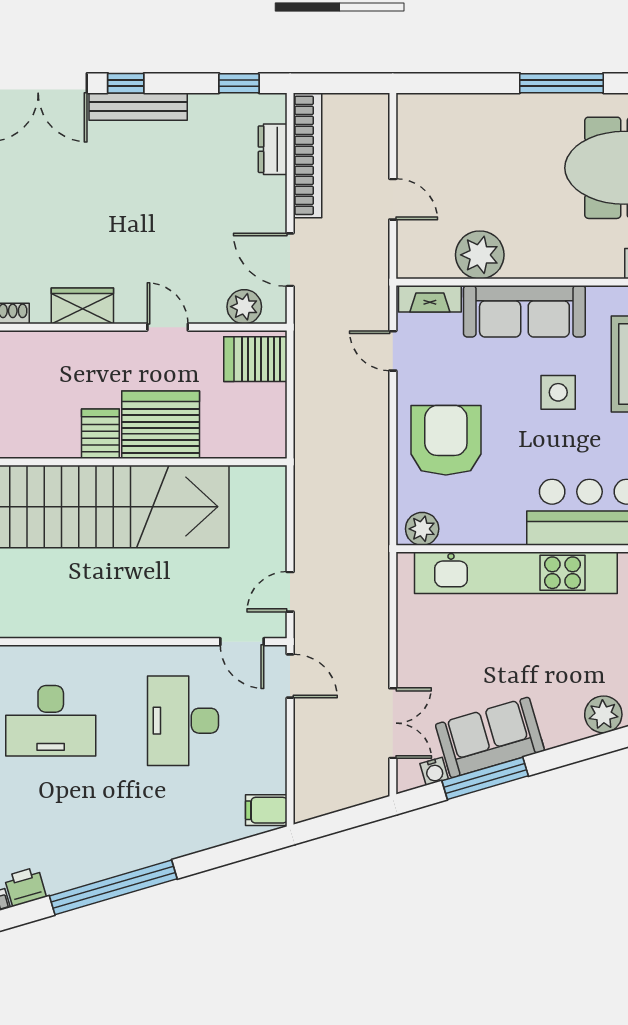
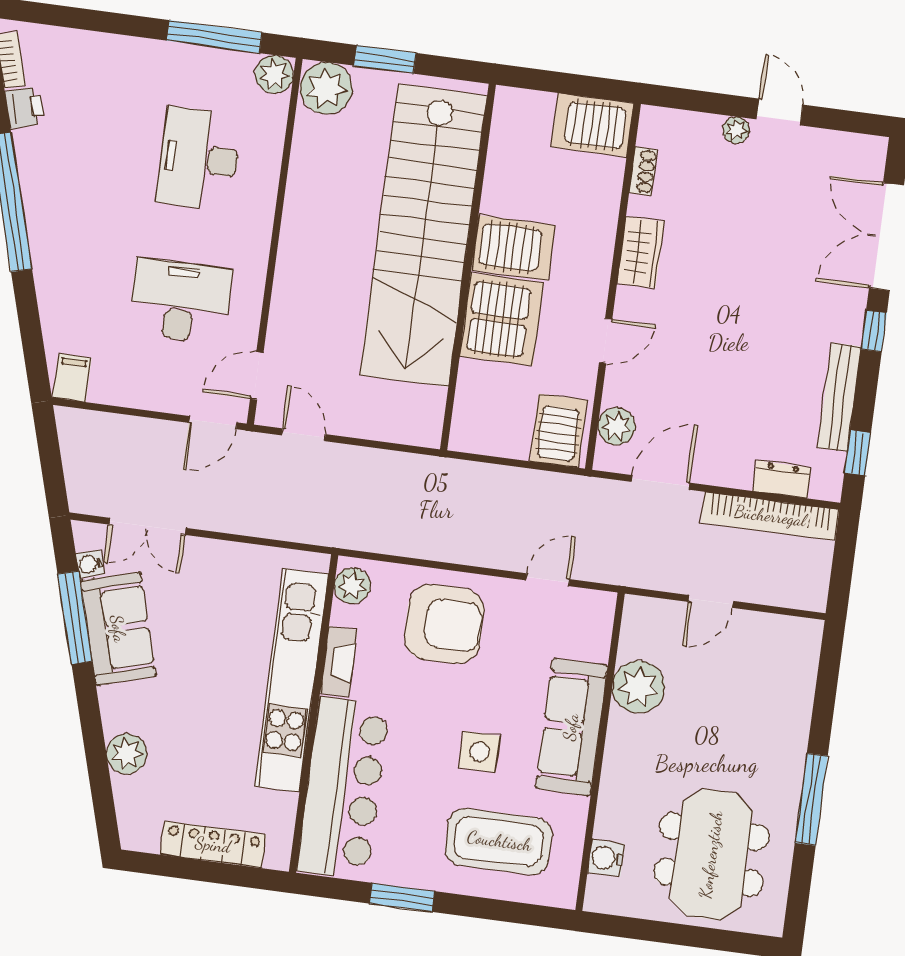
bench: (138, 107) -> (839, 397), moved
fireplace: (430, 299) -> (339, 662), moved, turned 180
server rack: (100, 434) -> (513, 248), width x1.36, depth x1.44

